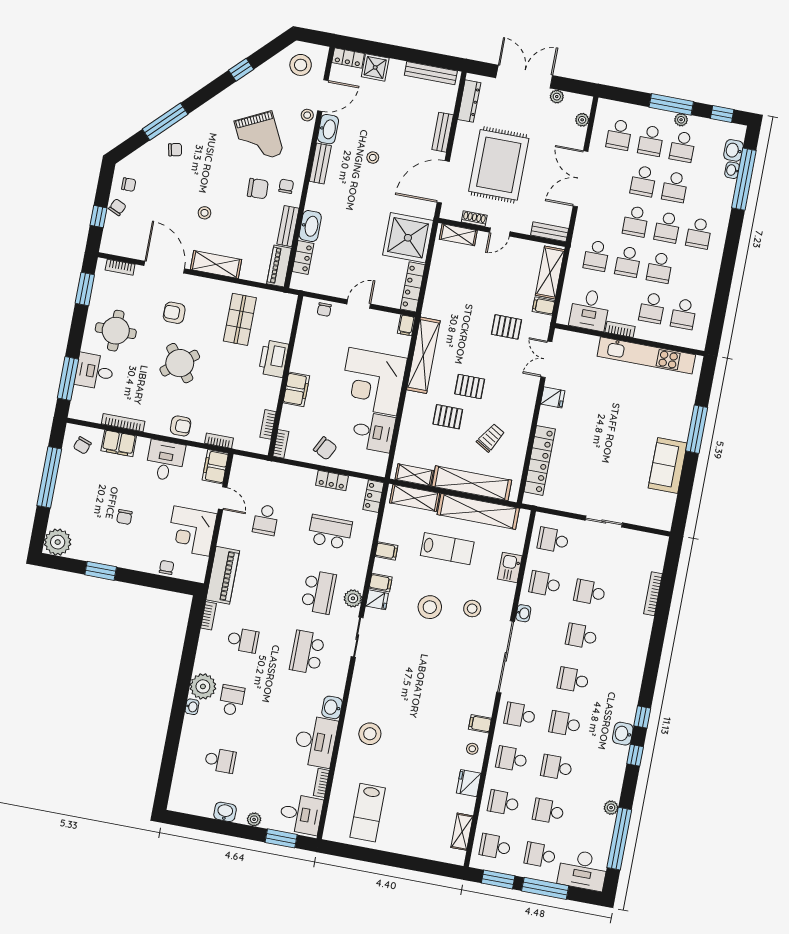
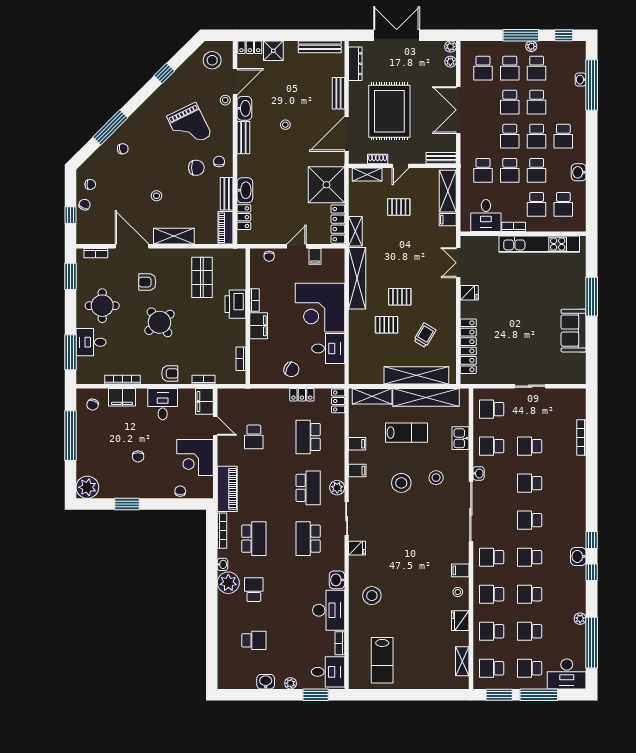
plant: (557, 97) -> (450, 47), moved
washbasin: (733, 150) -> (579, 172), moved
filing cabinet: (406, 325) -> (315, 256), moved
pallet: (506, 327) -> (399, 207), moved
bookcase: (281, 444) -> (254, 300), moved
shelving: (414, 475) -> (355, 231), moved, turned 90
school desk: (330, 532) -> (308, 437), turned -90
fridge: (377, 600) -> (357, 548), moved
bookcase: (209, 616) -> (222, 531), width x1.56
school desk: (243, 640) -> (254, 539), width x1.85
washbasin: (192, 707) -> (222, 564), moved

